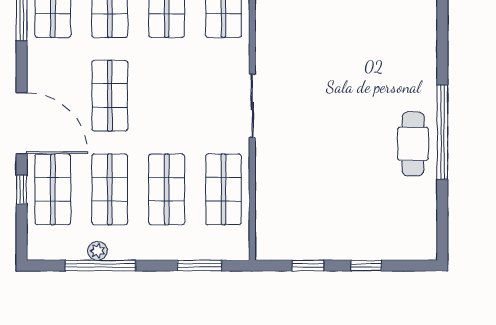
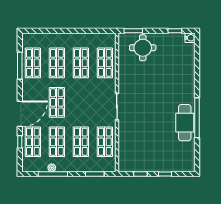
door: (22, 123) -> (20, 114), hinge flipped
cafe table: (413, 144) -> (185, 123), width x1.37, depth x1.35

